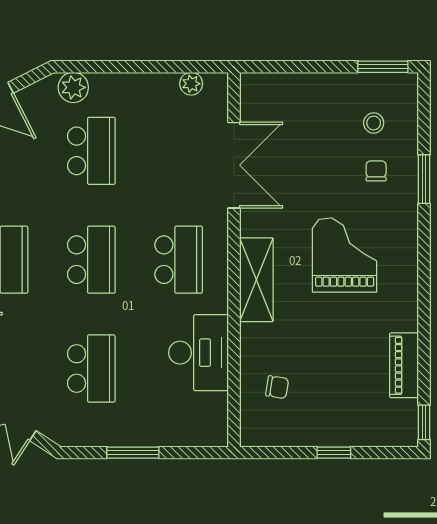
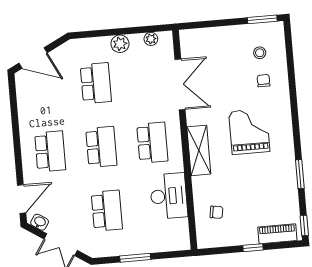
plant: (73, 87) -> (120, 44), moved
window: (424, 179) -> (300, 174), moved
piano: (404, 365) -> (277, 234), moved, turned 90

